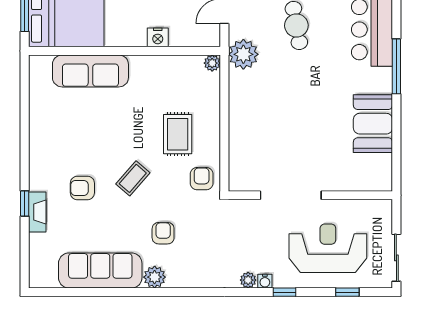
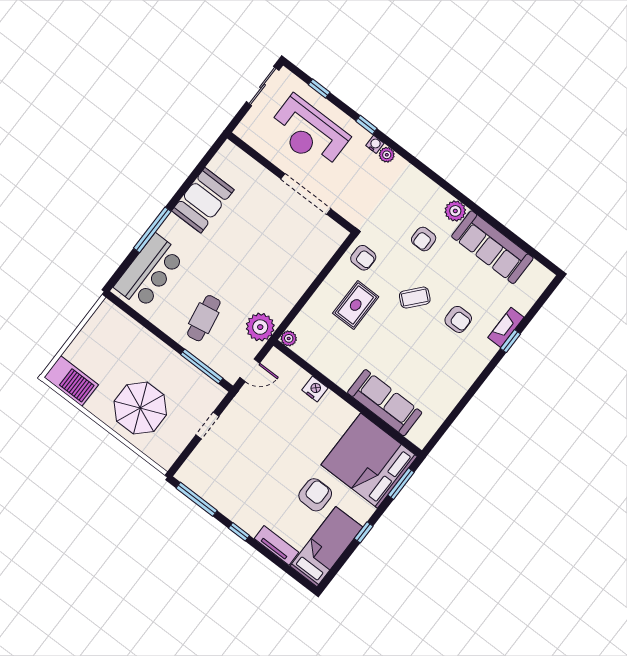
armchair: (202, 179) -> (363, 258), turned -90

